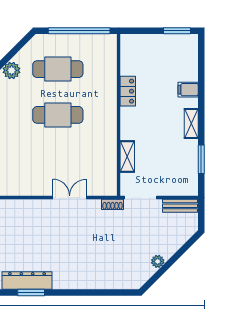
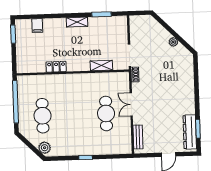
filing cabinet: (188, 90) -> (37, 26), moved
cafe table: (58, 115) -> (106, 113), moved
bench: (180, 206) -> (138, 137), moved

